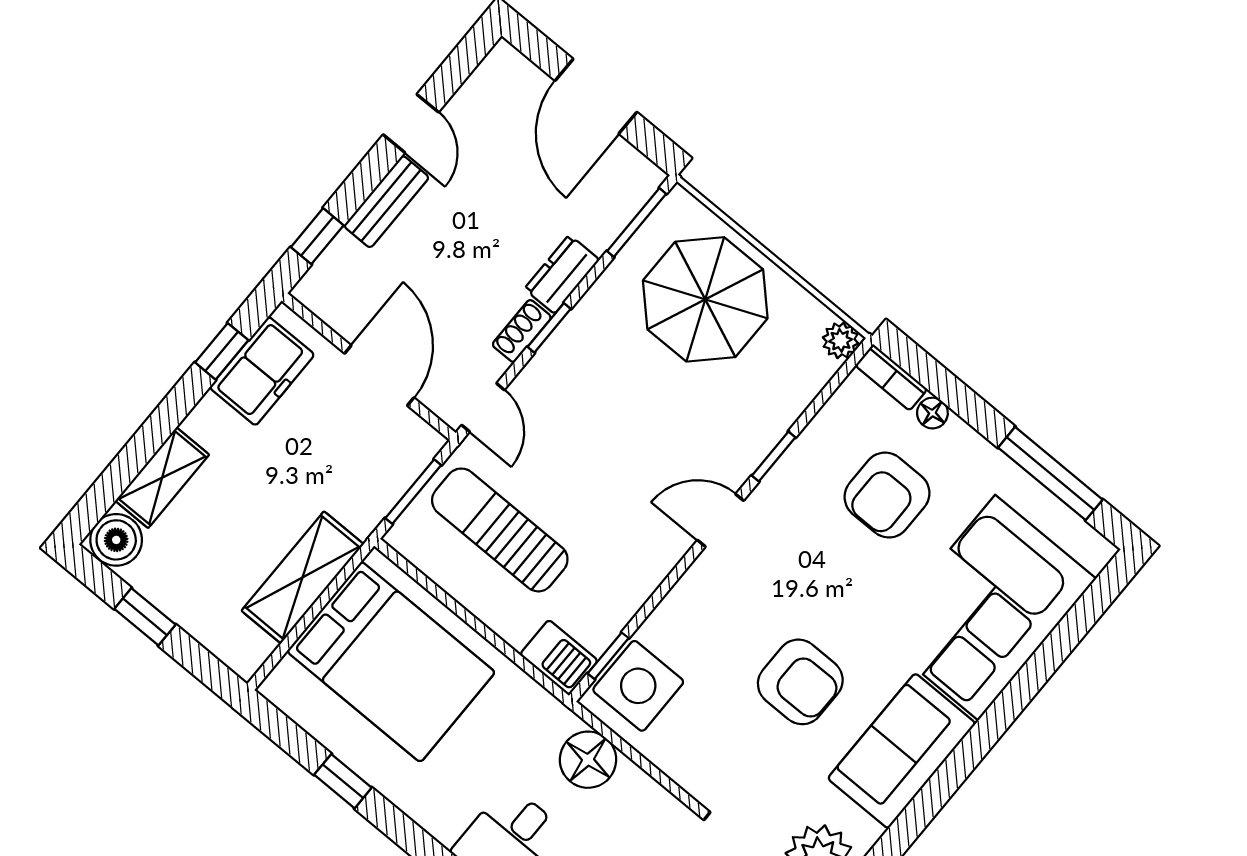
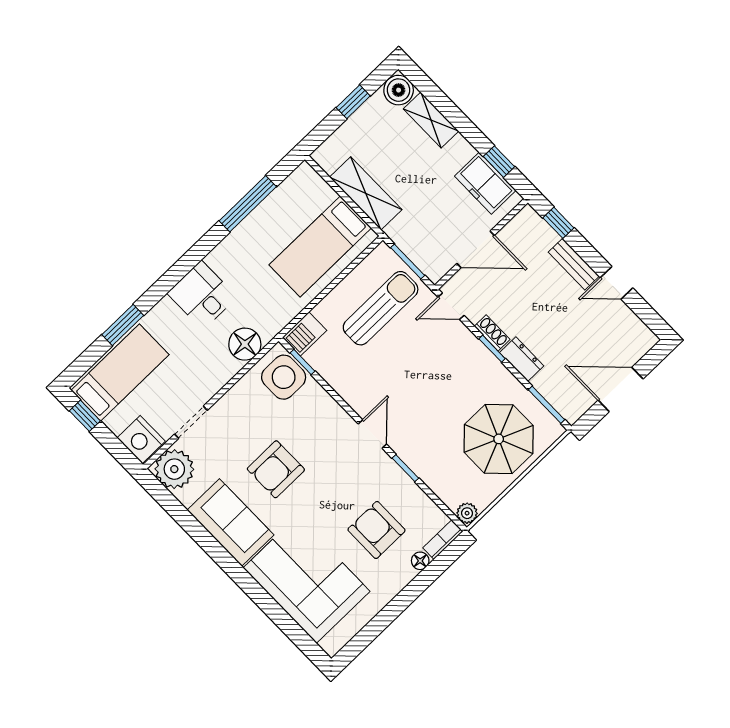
window: (1050, 474) -> (379, 624), removed
bed: (391, 662) -> (320, 246), width x0.67
window: (343, 781) -> (248, 204), width x2.17

